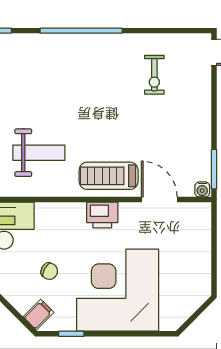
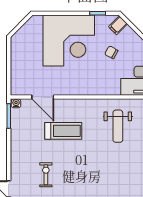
weight bench: (39, 153) -> (118, 126), turned -90
treadmill: (109, 176) -> (63, 131), moved
printer: (102, 215) -> (78, 87), removed

